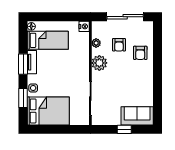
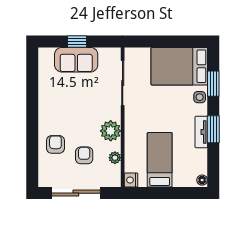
bed: (48, 40) -> (160, 160), moved, turned 90
sofa: (137, 116) -> (76, 60), moved

